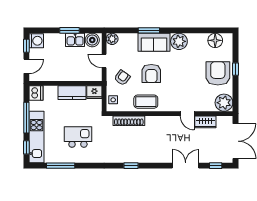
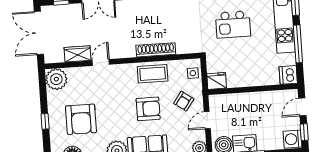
door: (104, 61) -> (207, 120), swing flipped
armchair: (151, 73) -> (148, 109), turned 90
armchair: (218, 73) -> (81, 119), moved
kitchen counter: (72, 93) -> (244, 78), removed
door: (187, 114) -> (101, 63), hinge flipped
shoe rack: (129, 121) -> (156, 50), moved

